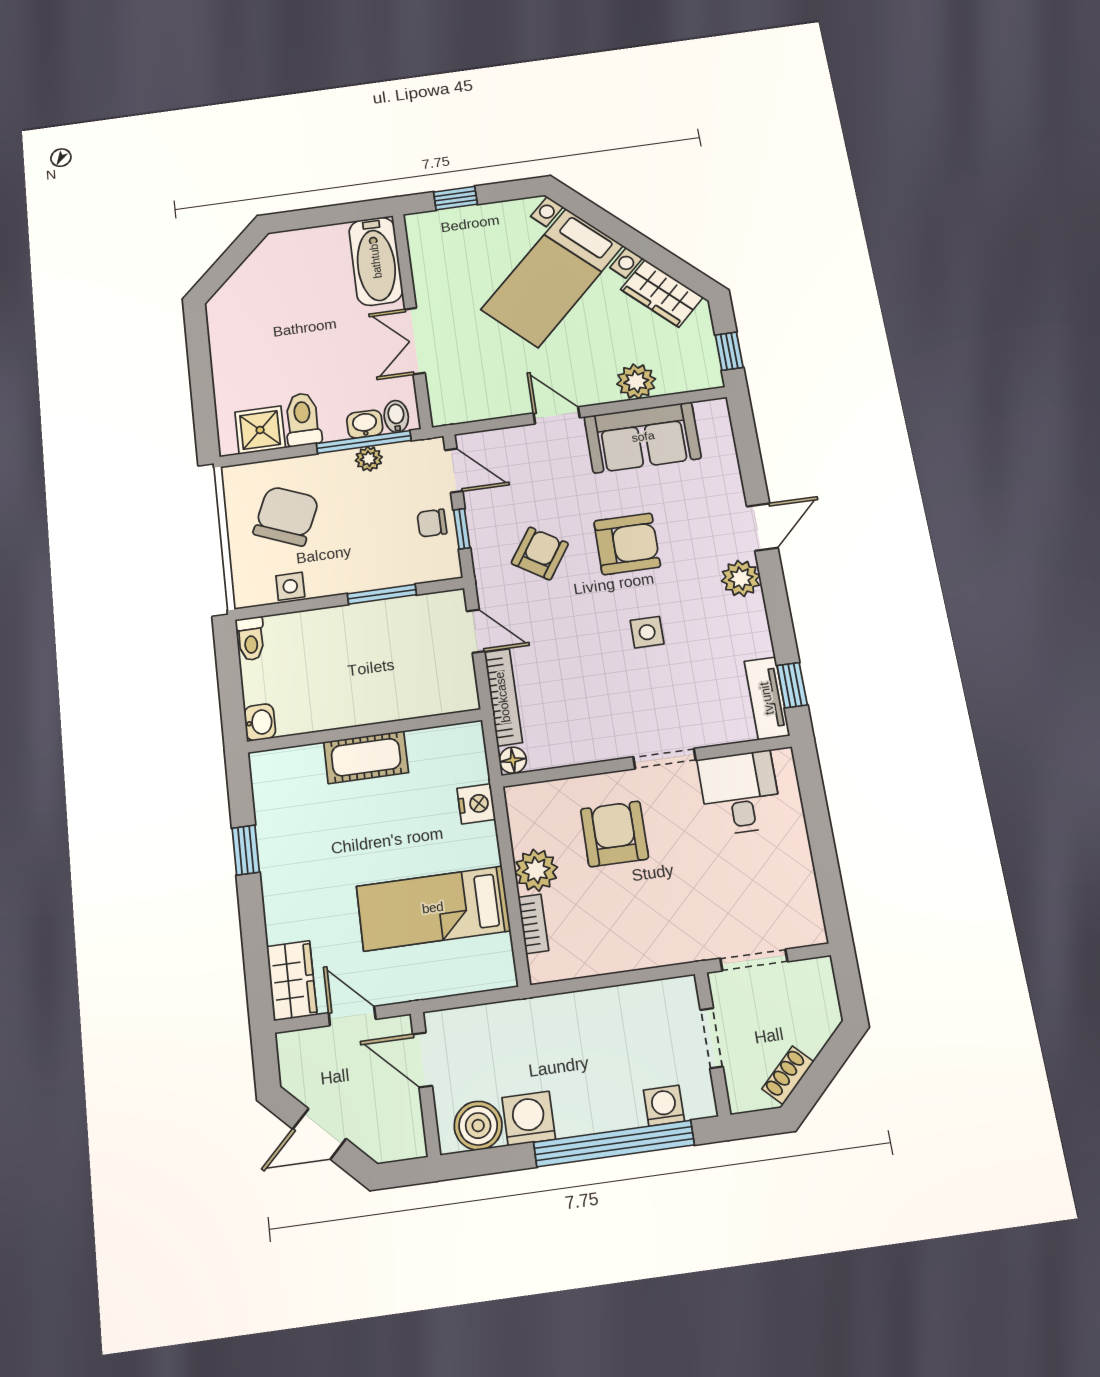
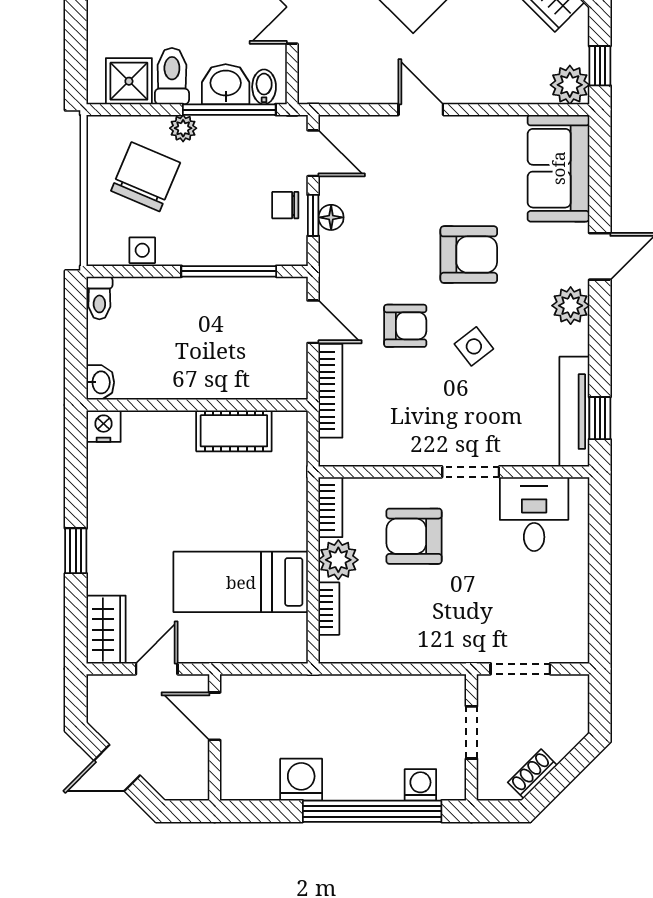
plant: (636, 382) -> (570, 85), moved
washbasin: (365, 424) -> (226, 84), width x1.38, depth x1.45
sofa: (643, 437) -> (558, 168), moved, turned 90
plant: (369, 459) -> (183, 128), moved
armchair: (540, 553) -> (405, 326), moved, turned 57
window: (382, 594) -> (229, 271), width x1.44
side table: (647, 632) -> (474, 346), turned -38
tv unit: (767, 698) -> (574, 412), width x1.41
cot: (366, 757) -> (234, 431), moved
floor lamp: (513, 760) -> (331, 217), moved
nightstand: (476, 804) -> (104, 426), moved, turned -90
bookcase: (520, 816) -> (330, 507), added
armchair: (614, 834) -> (414, 536), turned -90
window: (246, 850) -> (76, 551), moved
door: (352, 1016) -> (157, 669), hinge flipped
boiler: (478, 1126) -> (256, 780), removed

